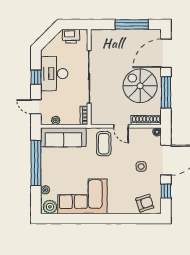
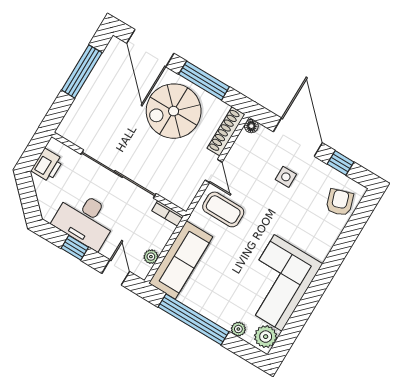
door: (36, 107) -> (116, 272), swing flipped
door: (121, 126) -> (214, 171), hinge flipped

